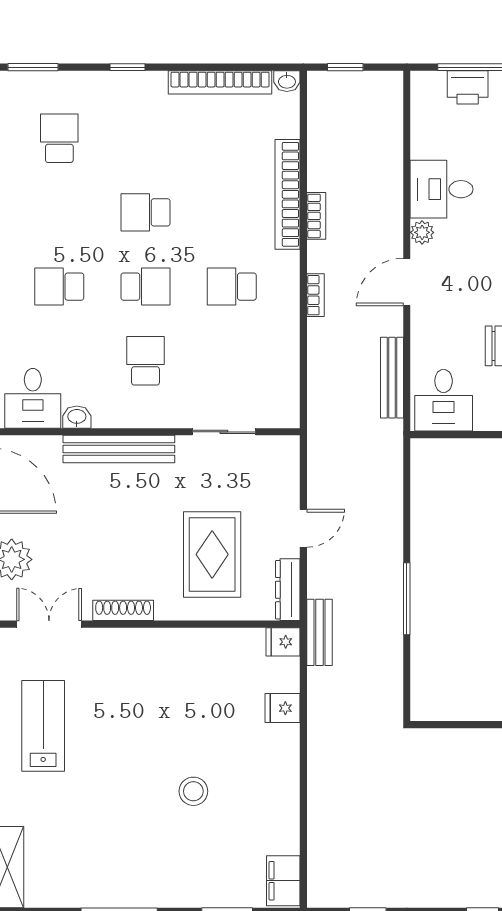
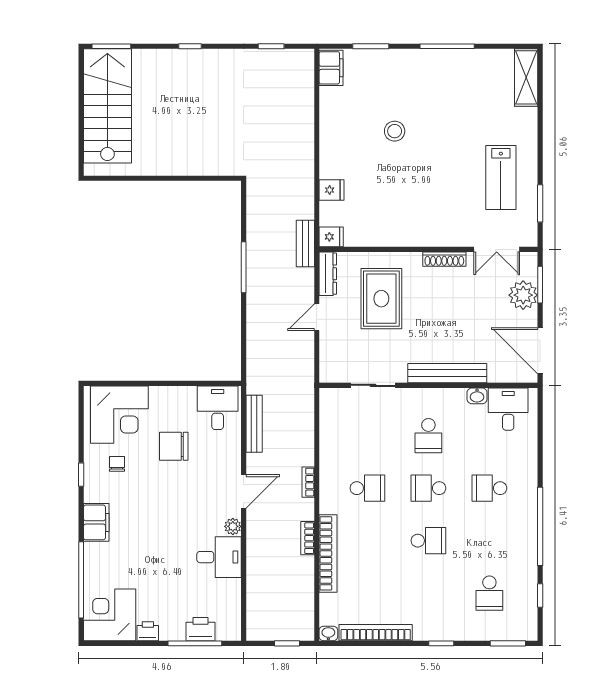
school desk: (59, 287) -> (489, 488), turned 180

